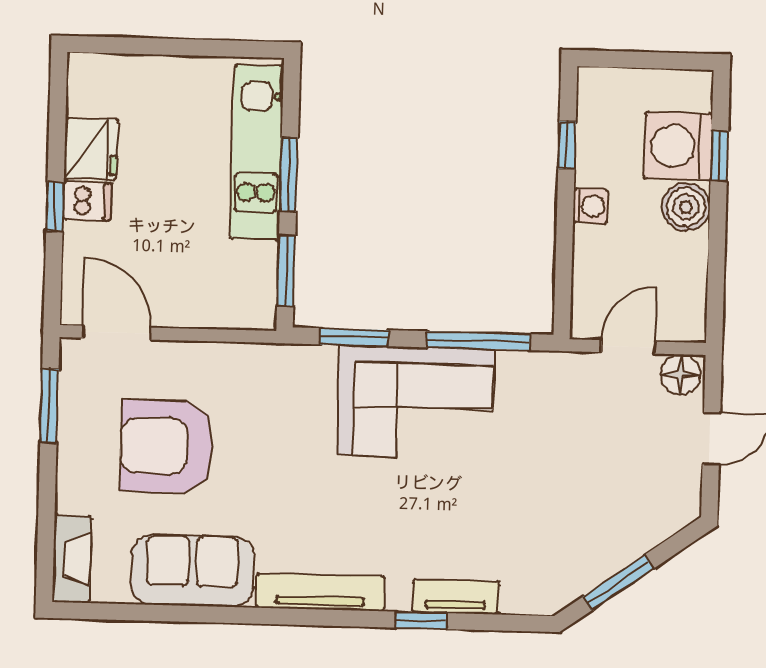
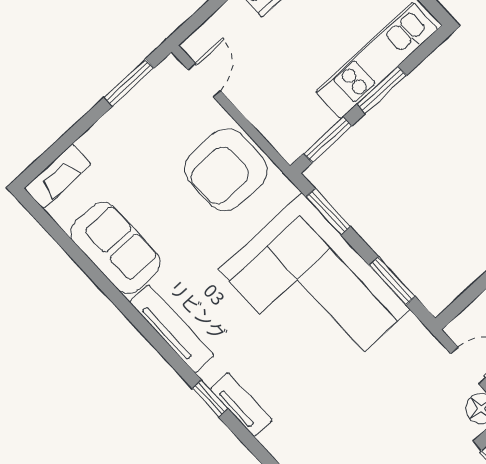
door: (117, 333) -> (204, 80), width x0.73
window: (478, 341) -> (392, 281), width x0.69
corner sofa: (415, 402) -> (314, 290), width x1.36, depth x1.36
armchair: (167, 446) -> (226, 170), moved, turned -90

